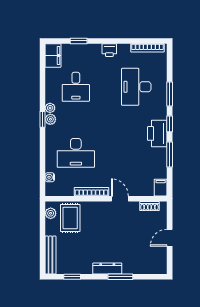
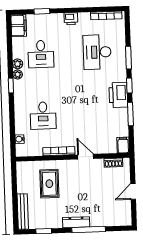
plant: (50, 119) -> (18, 64), moved
desk: (76, 153) -> (43, 116), width x0.73
plant: (51, 213) -> (22, 173), removed
rug: (70, 218) -> (49, 184), moved
window: (120, 277) -> (89, 230), width x1.44

